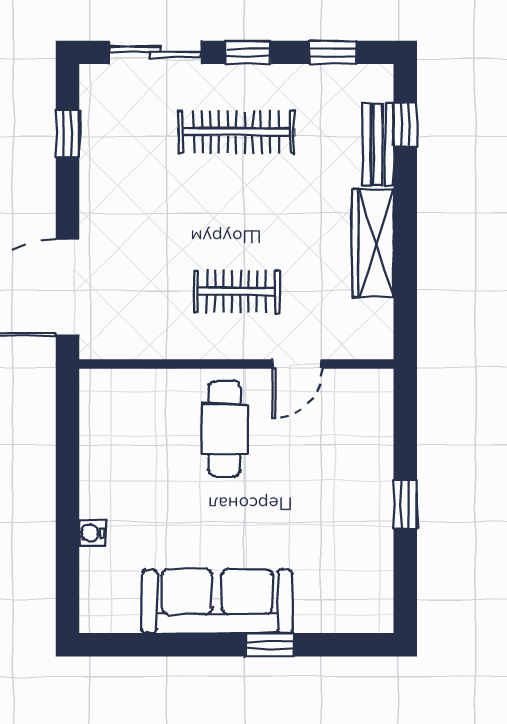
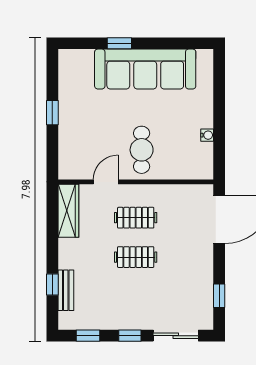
window: (405, 125) -> (52, 284), moved
clothes rail: (236, 132) -> (136, 257), moved, width x0.73
wardrobe: (373, 243) -> (68, 211), moved
water cooler: (92, 533) -> (207, 135), moved
sofa: (217, 601) -> (145, 69), width x1.36, depth x1.27

